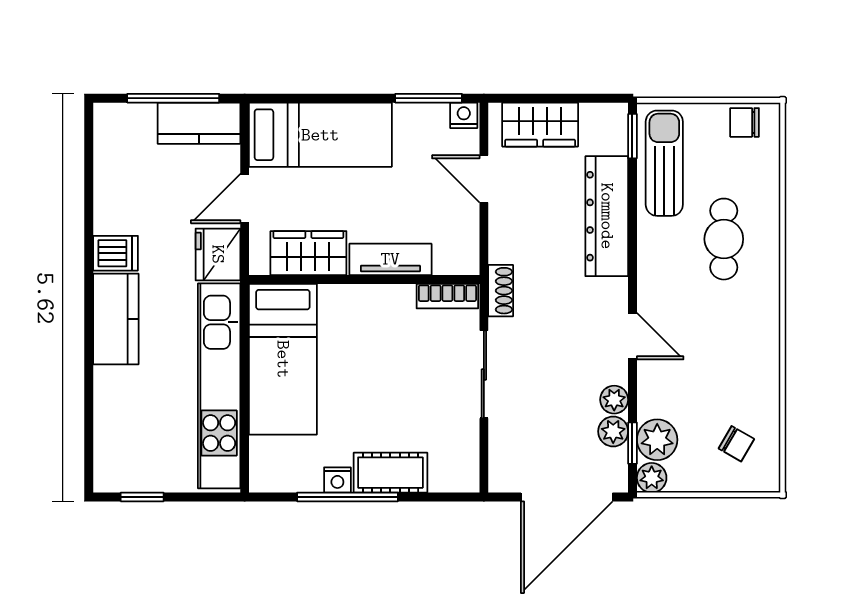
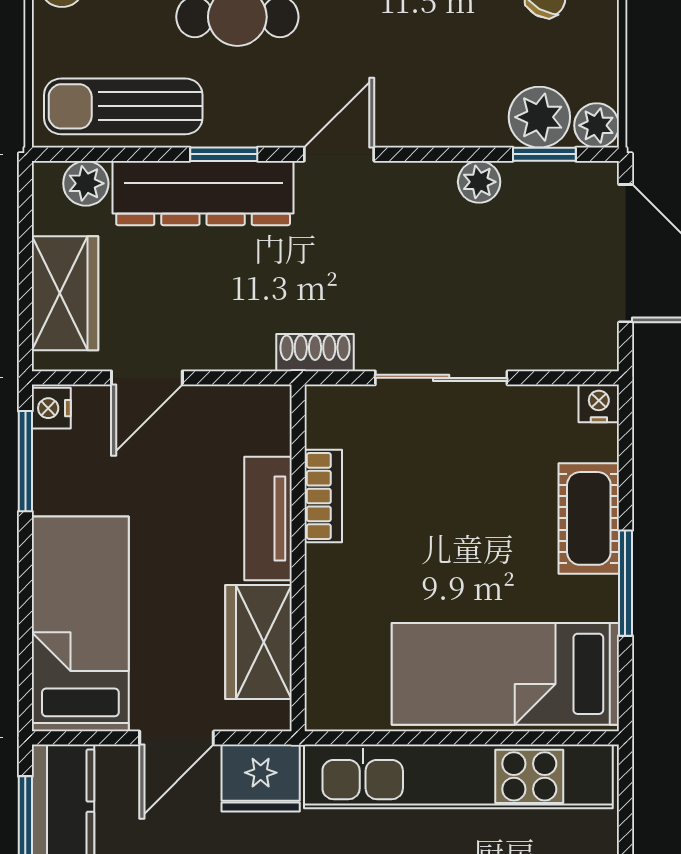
window: (632, 136) -> (224, 154), moved
door: (245, 199) -> (177, 738), hinge flipped
bookcase: (447, 296) -> (323, 496), moved
door: (632, 336) -> (339, 154), moved
bed: (283, 359) -> (505, 674), moved, turned 180
plant: (613, 431) -> (86, 183), moved
nightstand: (337, 480) -> (599, 403), moved, turned -90
window: (348, 497) -> (625, 583), width x0.69

